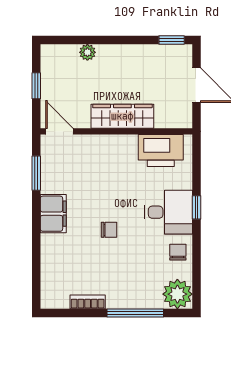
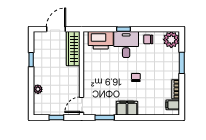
window: (172, 40) -> (31, 60), moved
wardrobe: (122, 116) -> (73, 49), moved
printer: (161, 151) -> (101, 40), moved, turned 90
filing cabinet: (59, 297) -> (173, 105), added
window: (135, 313) -> (182, 63), width x0.69

